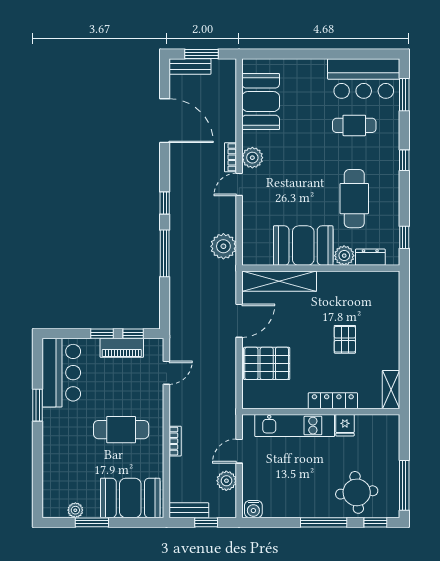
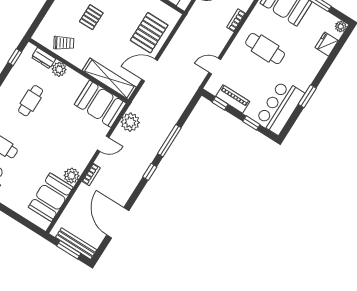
bench: (190, 66) -> (76, 244), width x1.36
plant: (252, 158) -> (72, 176), moved
door: (239, 184) -> (103, 144), moved
cafe table: (354, 199) -> (31, 101), width x0.73, depth x0.74
booth: (303, 246) -> (100, 104), moved
trolley: (358, 290) -> (64, 43), added
window: (102, 334) -> (251, 123), moved
pallet: (267, 363) -> (149, 33), turned 90
fridge: (53, 480) -> (327, 44), added
plant: (75, 510) -> (341, 26), moved

